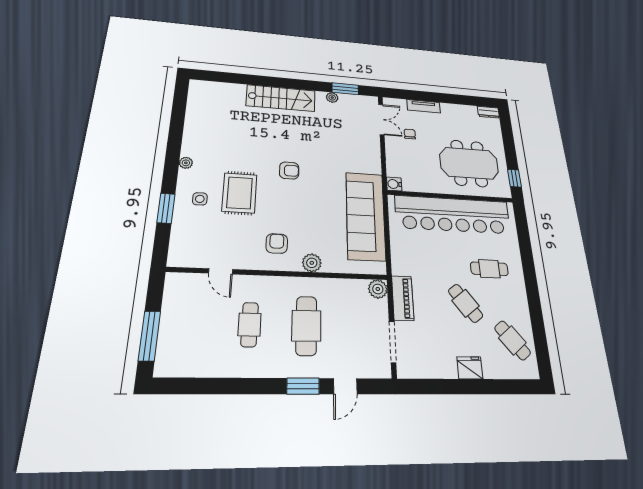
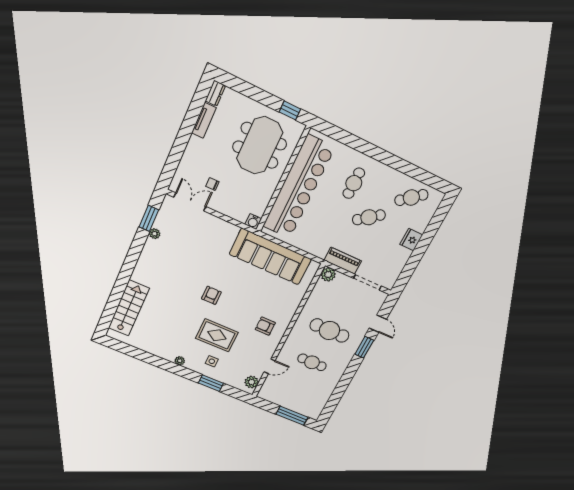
stairs: (281, 98) -> (129, 308), moved
tv unit: (424, 106) -> (204, 120), moved
plant: (312, 263) -> (252, 382), moved

